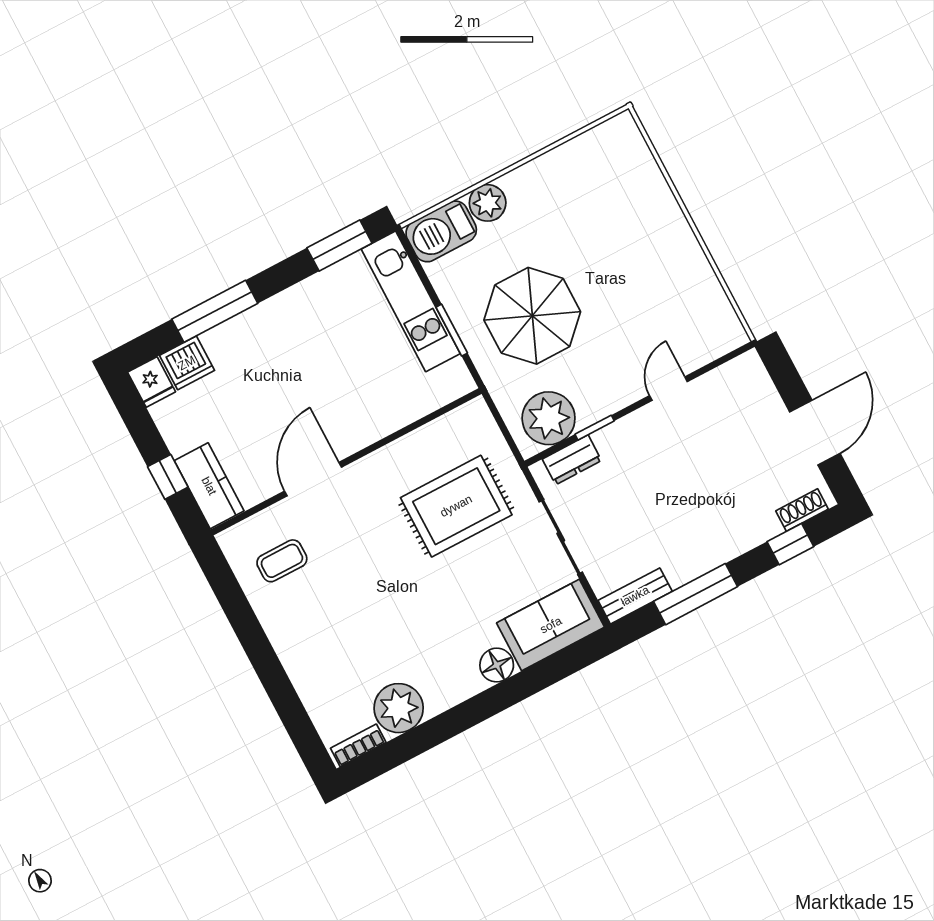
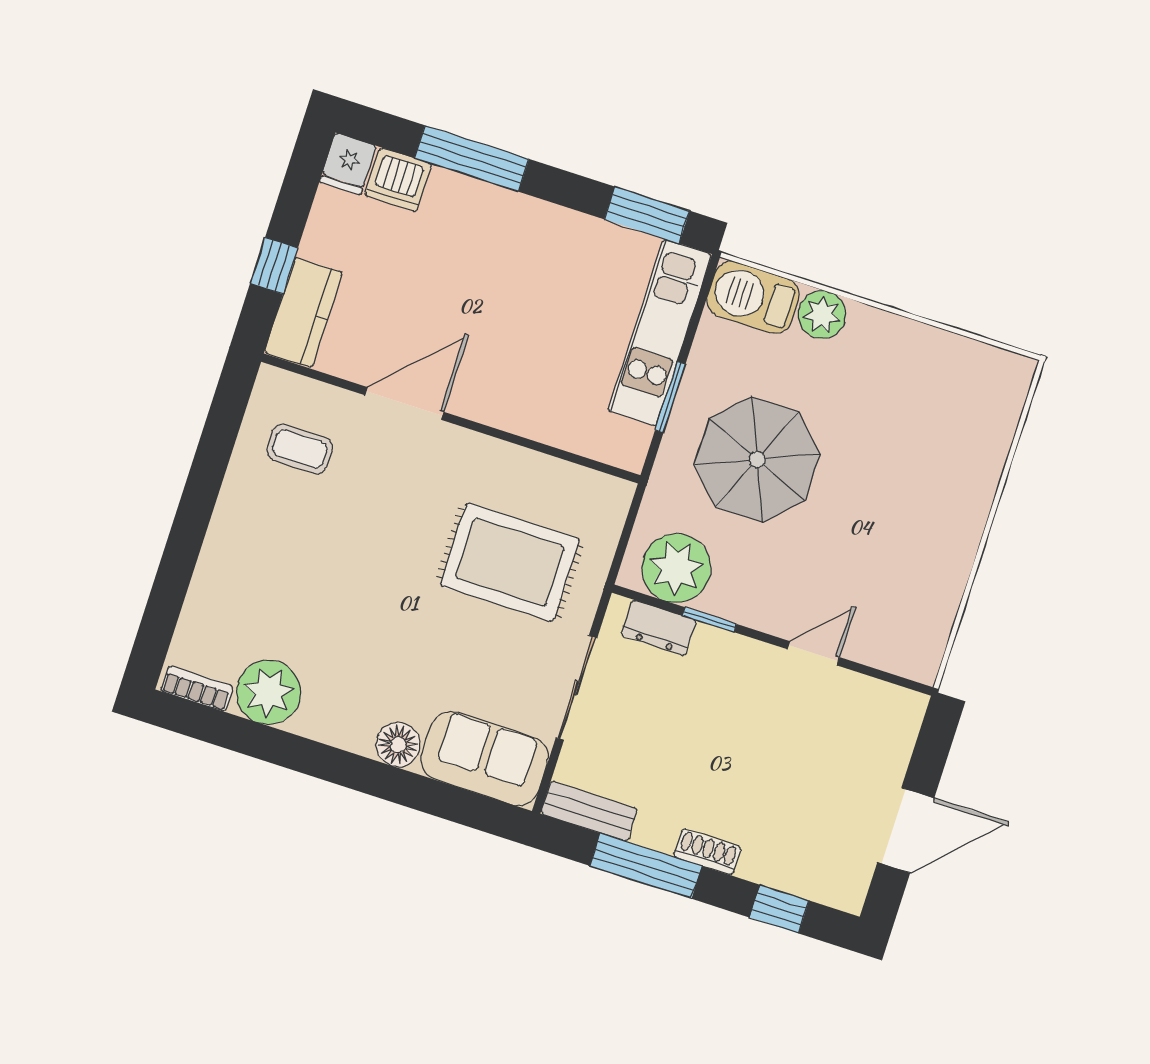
shoe rack: (802, 510) -> (707, 852), moved

